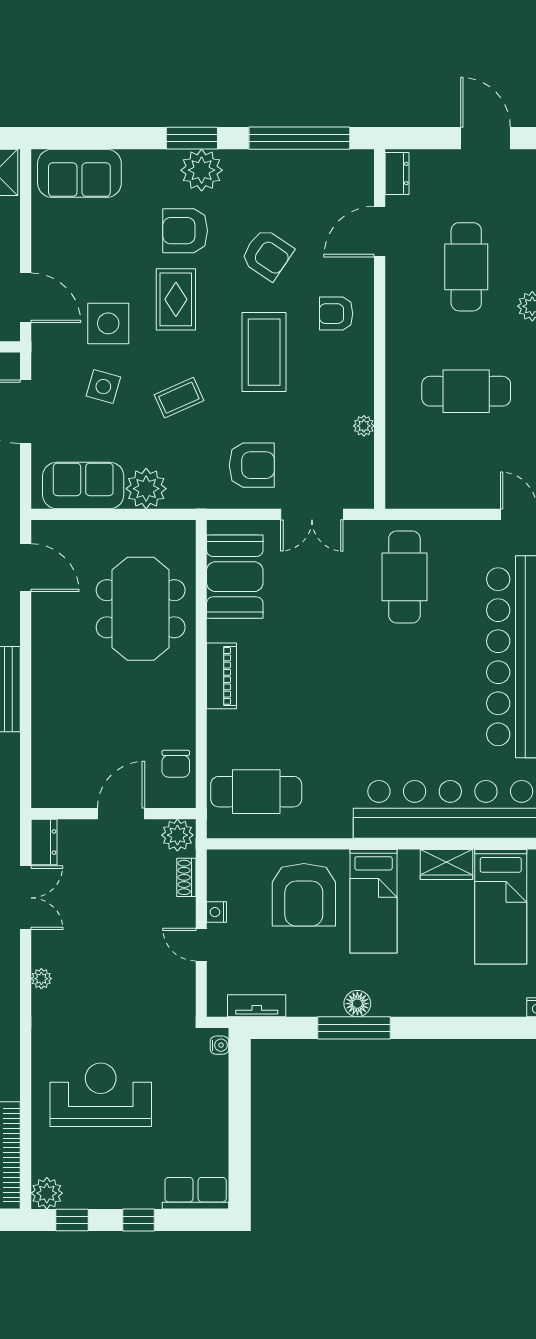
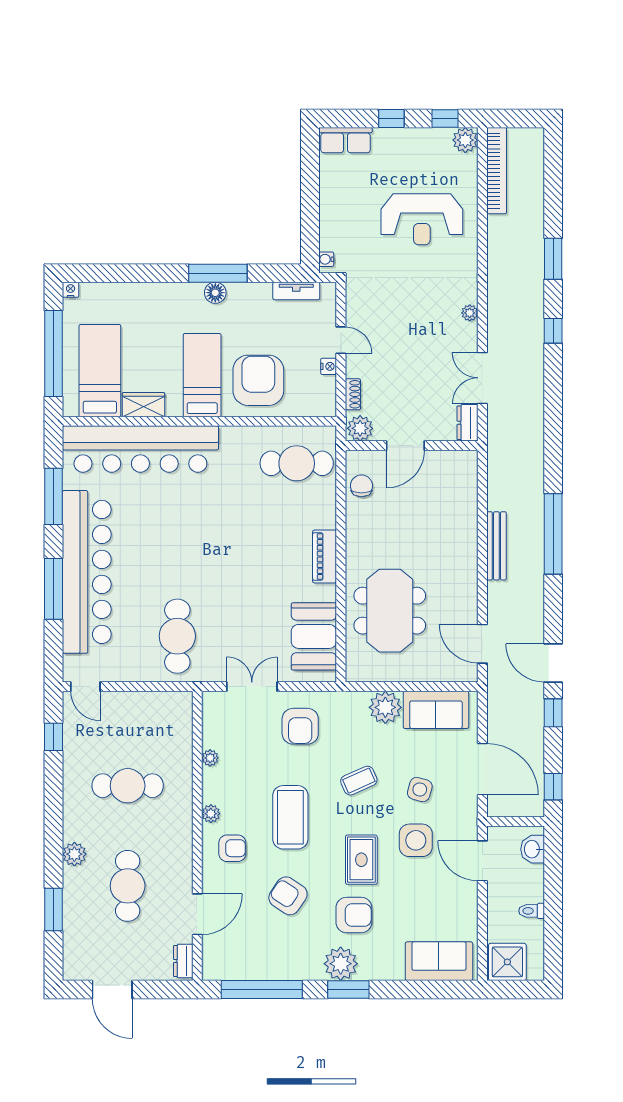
plant: (363, 357) -> (211, 814), added
armchair: (252, 465) -> (300, 726), turned -90

